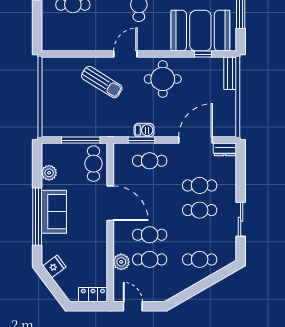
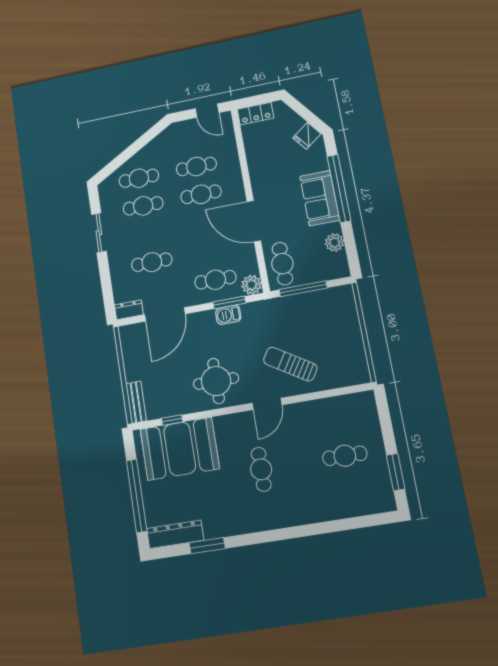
cafe table: (200, 210) -> (143, 206), moved
plant: (121, 262) -> (251, 285), moved

